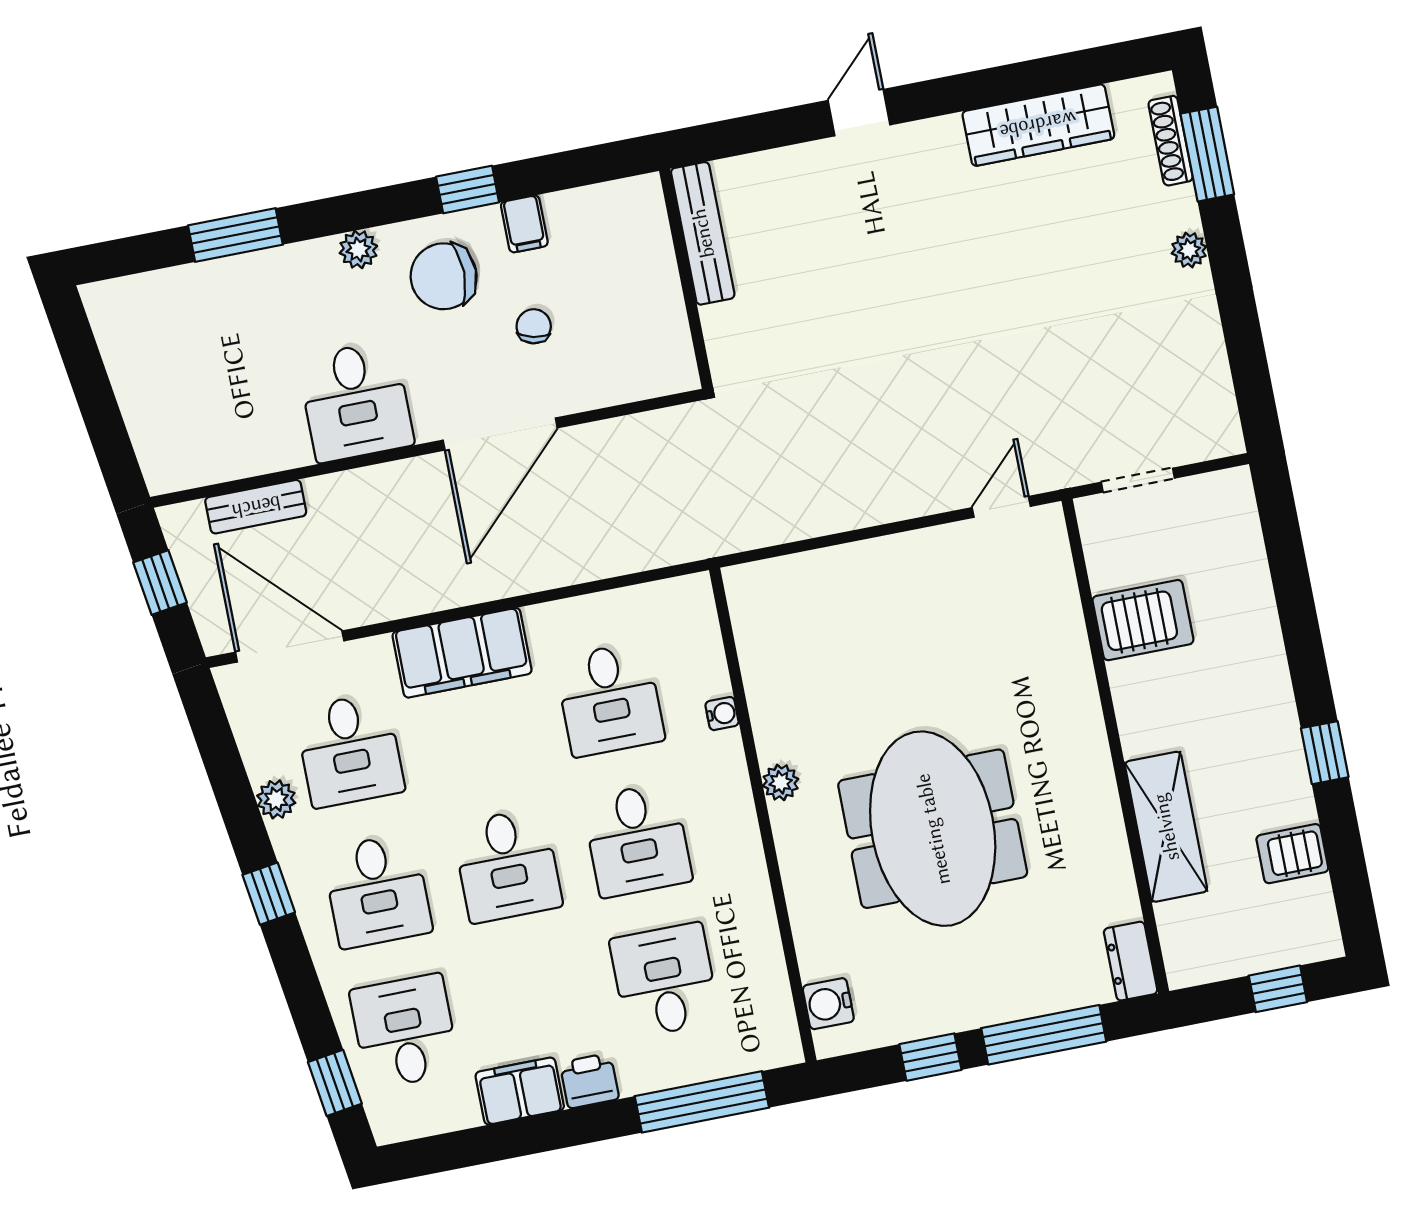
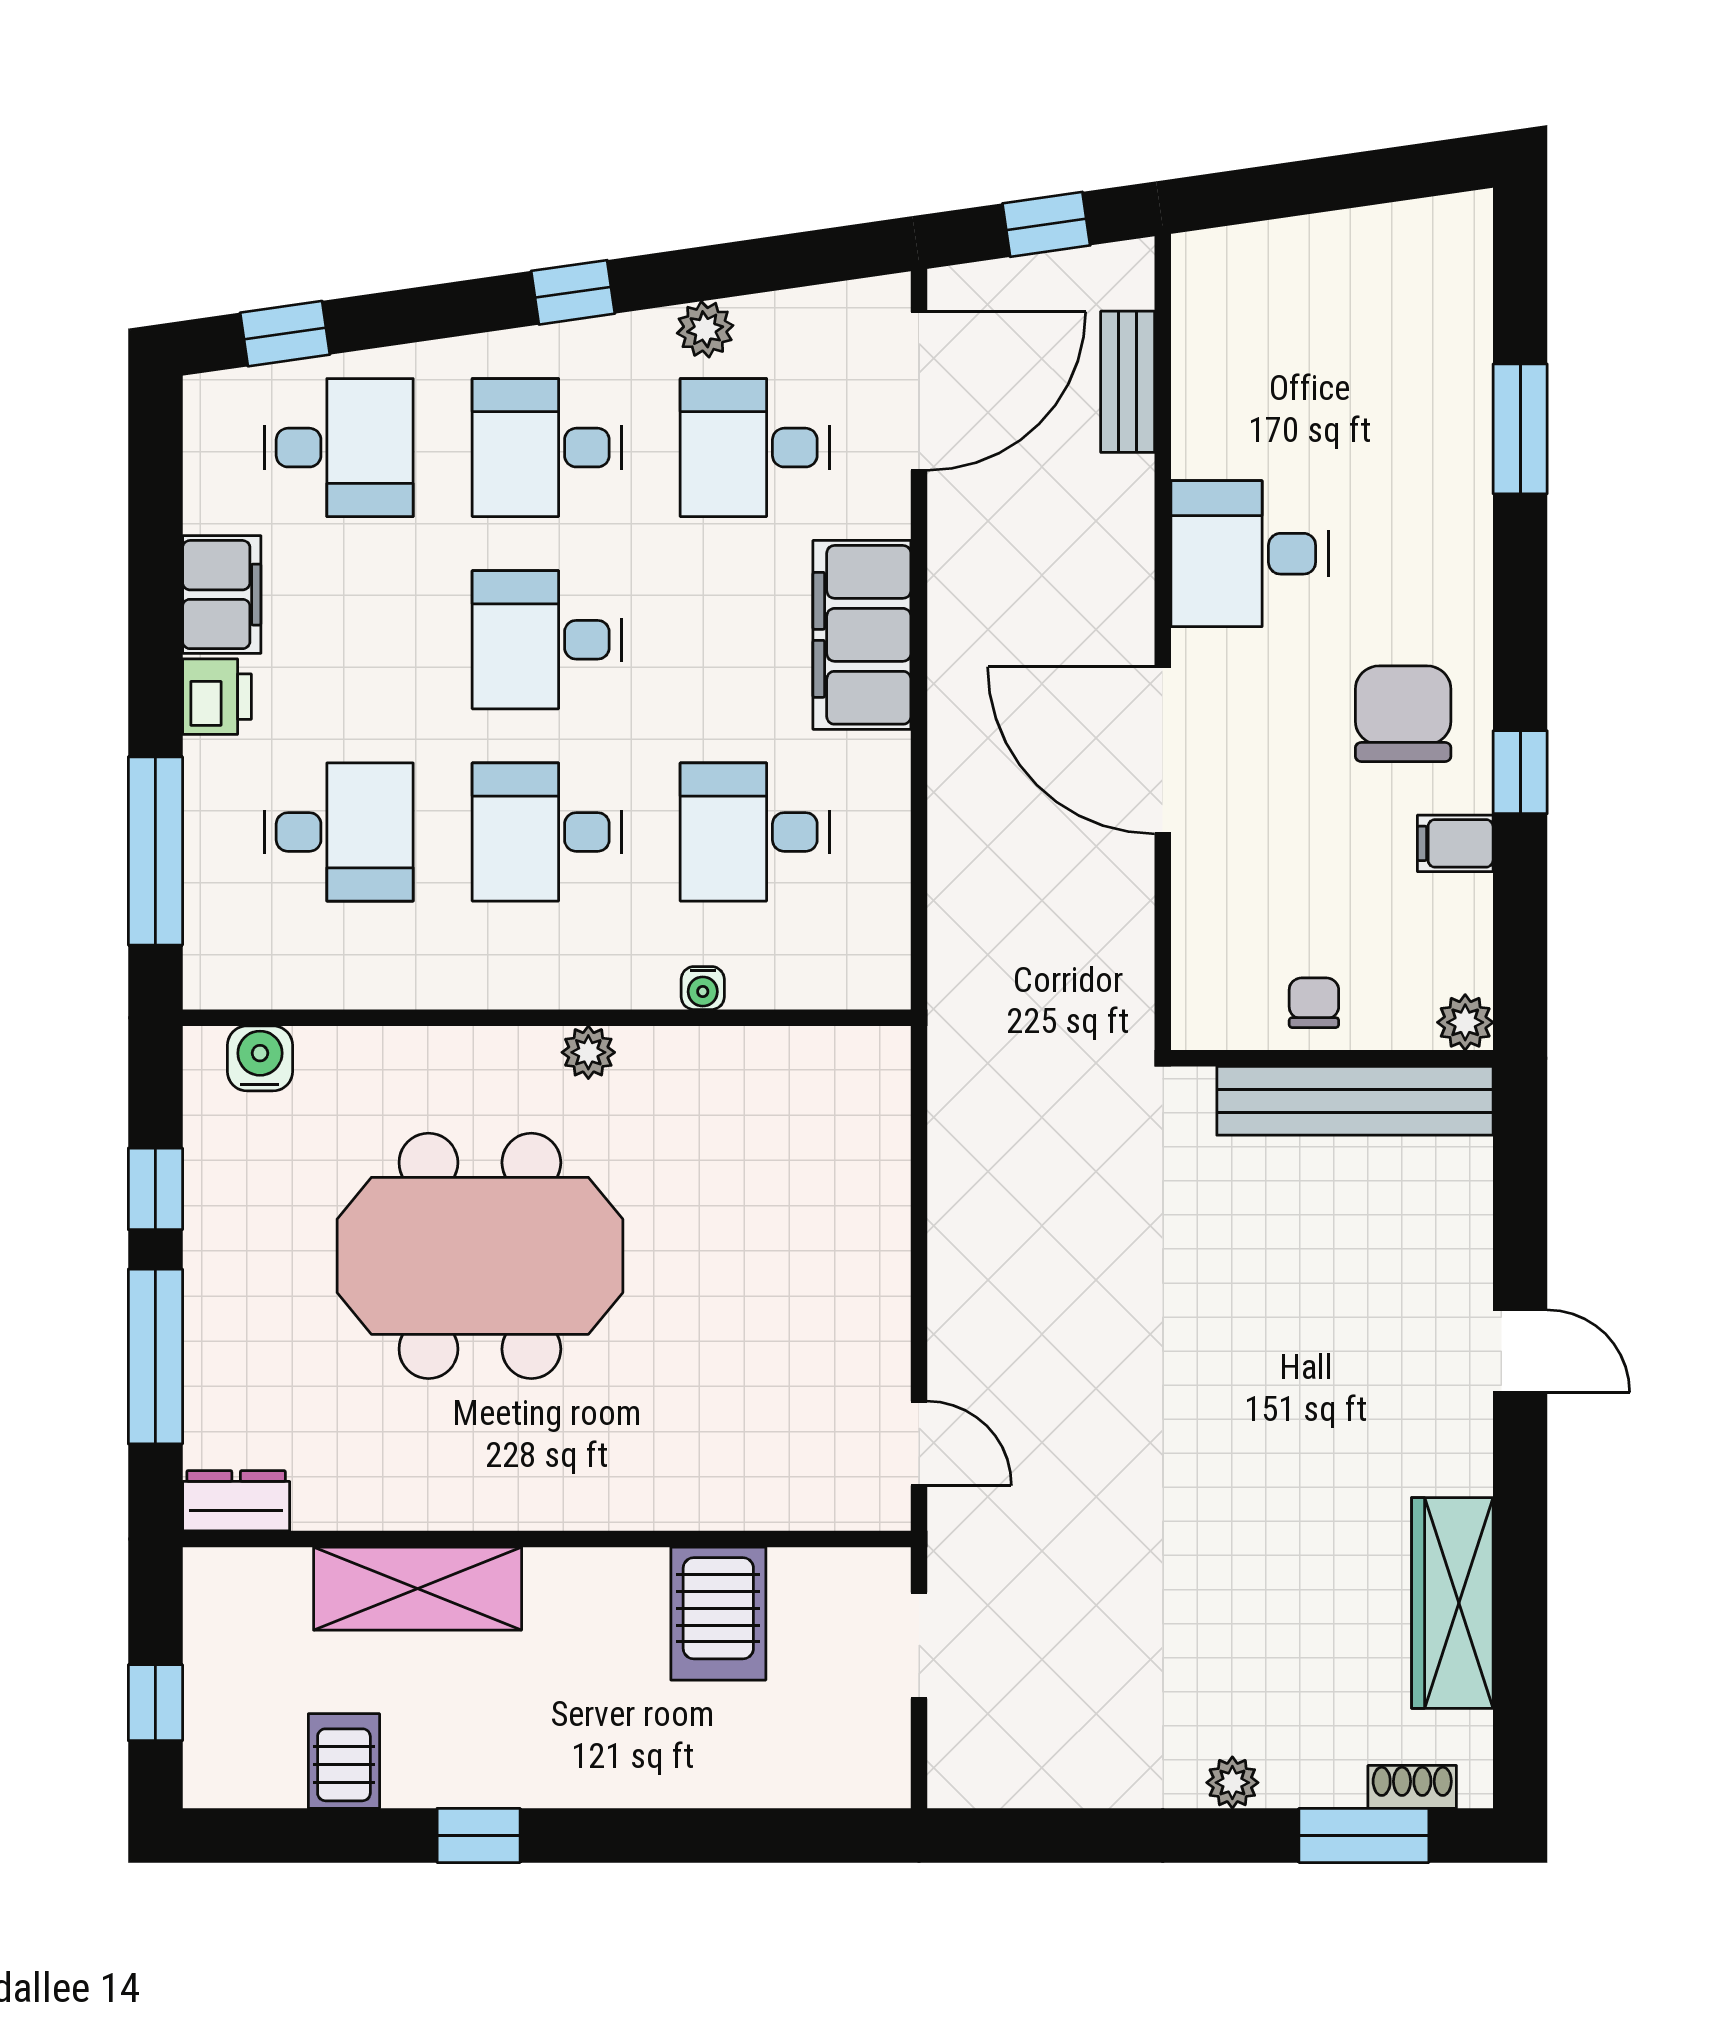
shoe rack: (1171, 141) -> (1412, 1787), width x0.70
bench: (703, 233) -> (1355, 1101), width x1.37, depth x1.21
plant: (358, 249) -> (1465, 1022), moved
chair: (534, 326) -> (1314, 1003), moved, turned -103

